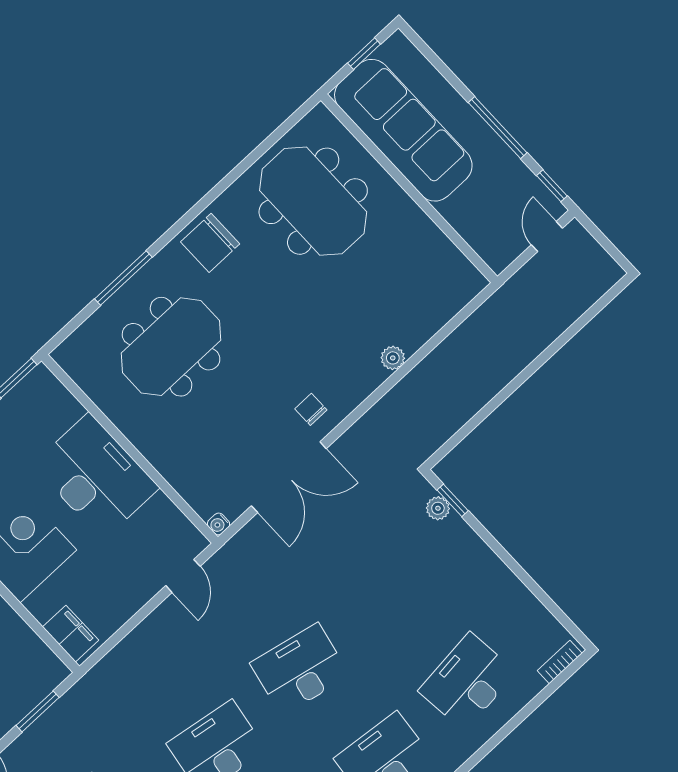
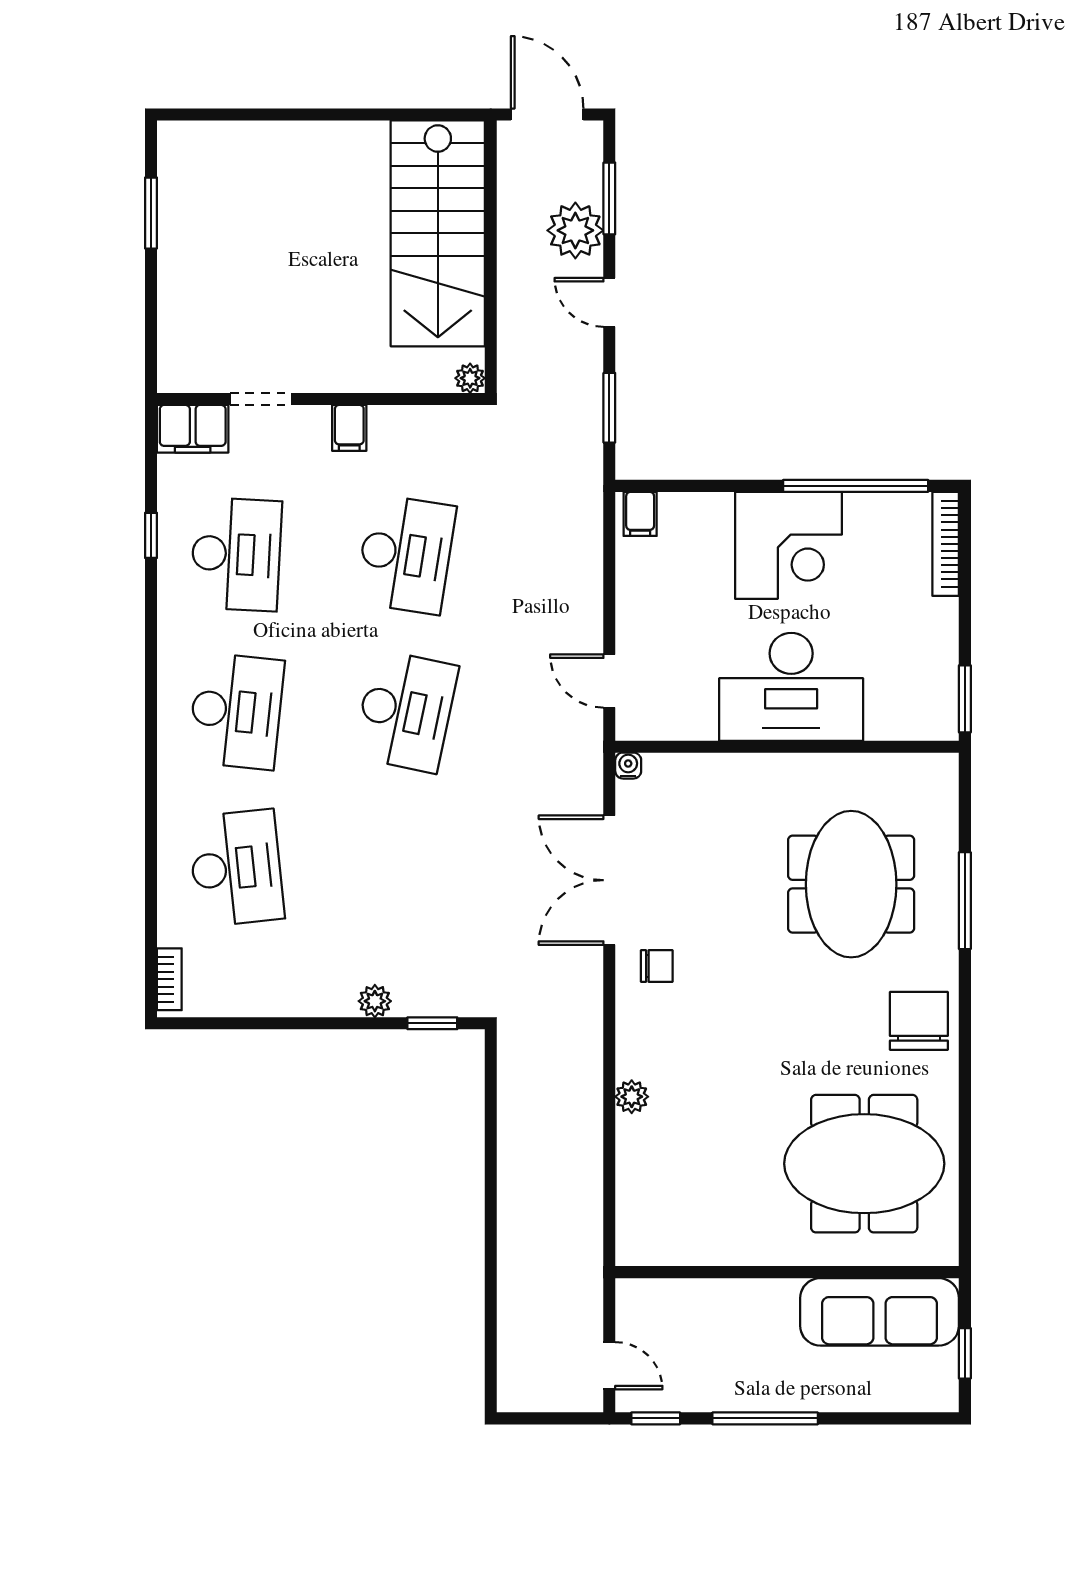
sofa: (403, 130) -> (880, 1312), width x0.74, depth x0.79
plant: (438, 508) -> (375, 1001), moved
filing cabinet: (71, 634) -> (640, 514), width x0.50

